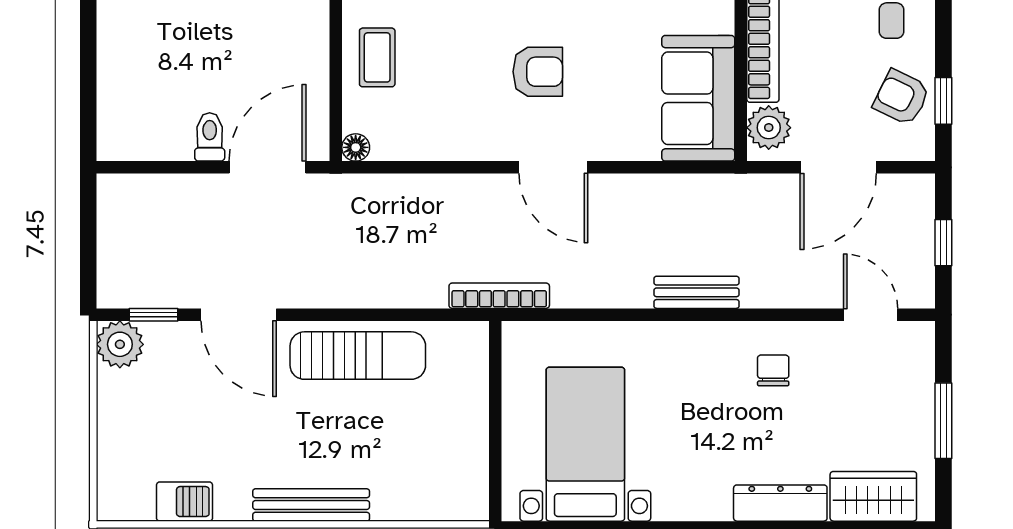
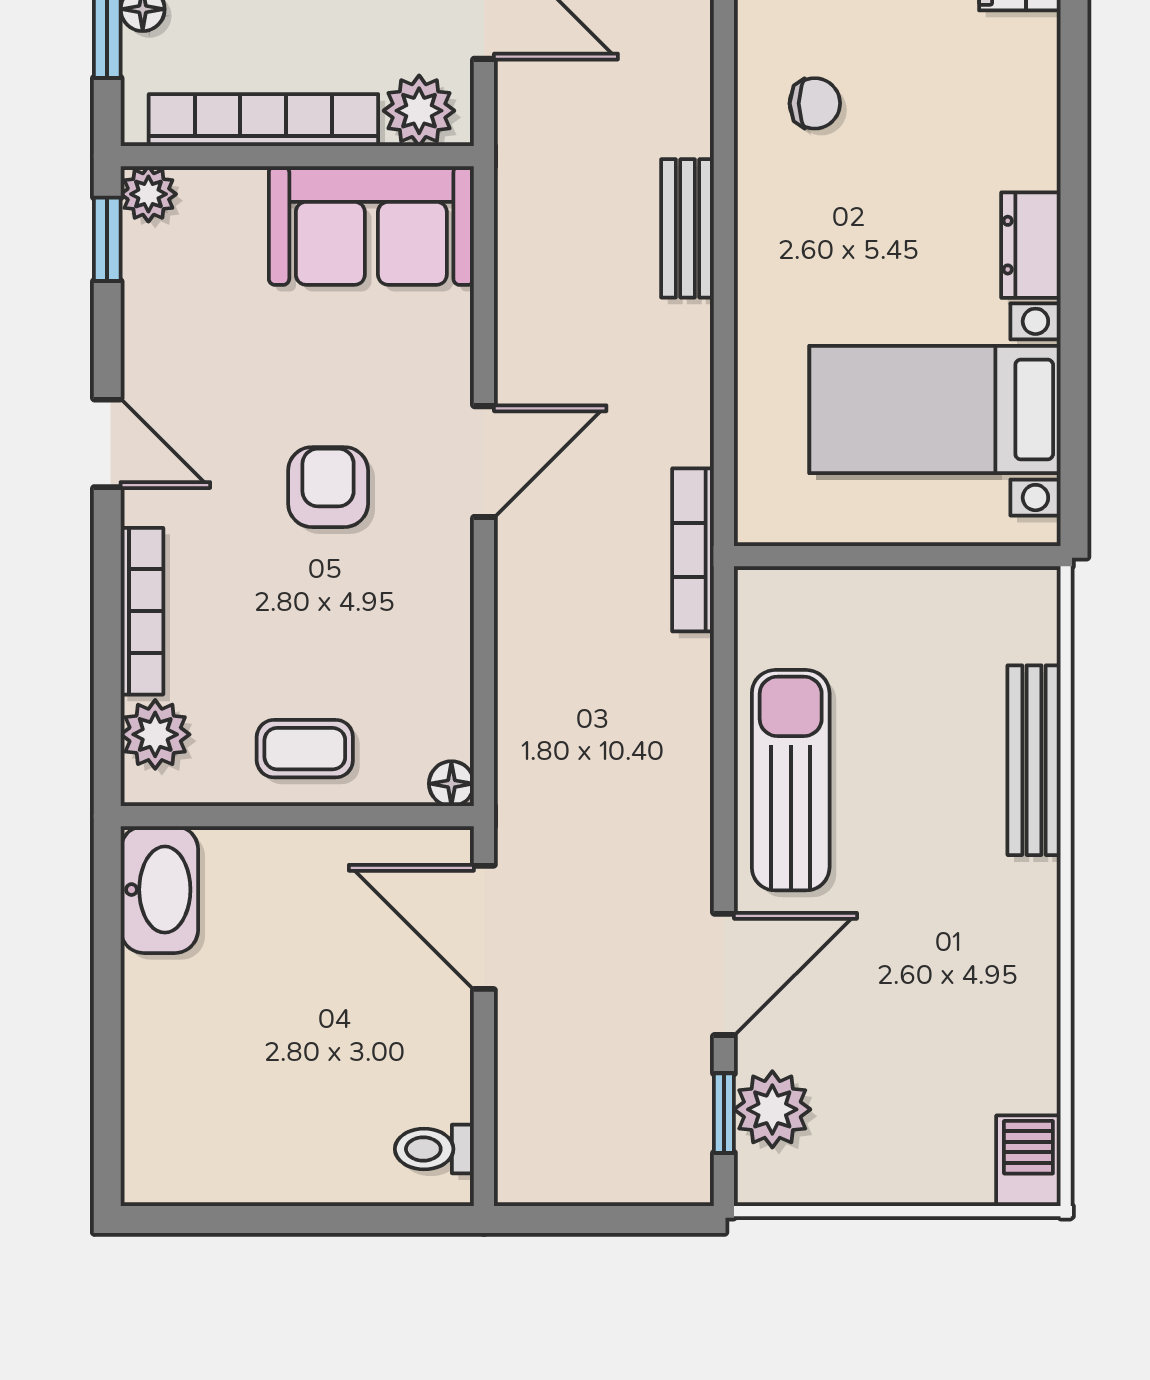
toilet: (210, 137) -> (434, 1149), moved
plant: (120, 344) -> (772, 1109), moved
chair: (773, 370) -> (815, 103), turned 180
barbecue: (184, 502) -> (1028, 1161), moved
dresser: (780, 503) -> (1031, 245), moved, width x0.70
bench: (311, 505) -> (1034, 760), moved

